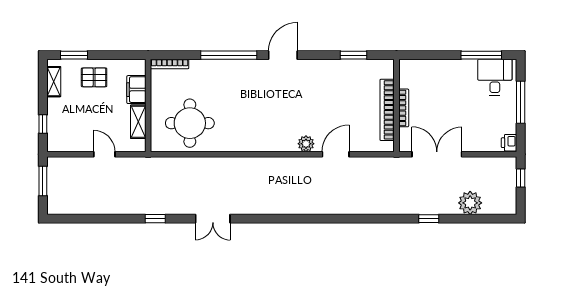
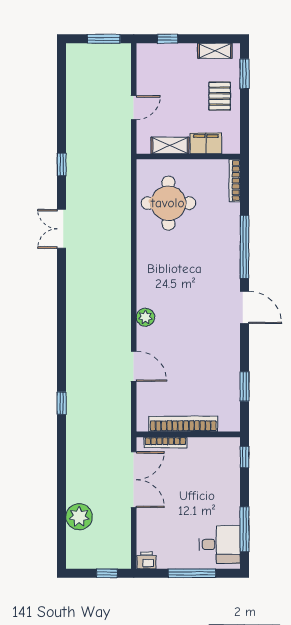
window: (417, 55) -> (244, 457), added
bookcase: (404, 108) -> (165, 442), moved
plant: (306, 144) -> (145, 317), moved
window: (429, 219) -> (62, 403), moved

